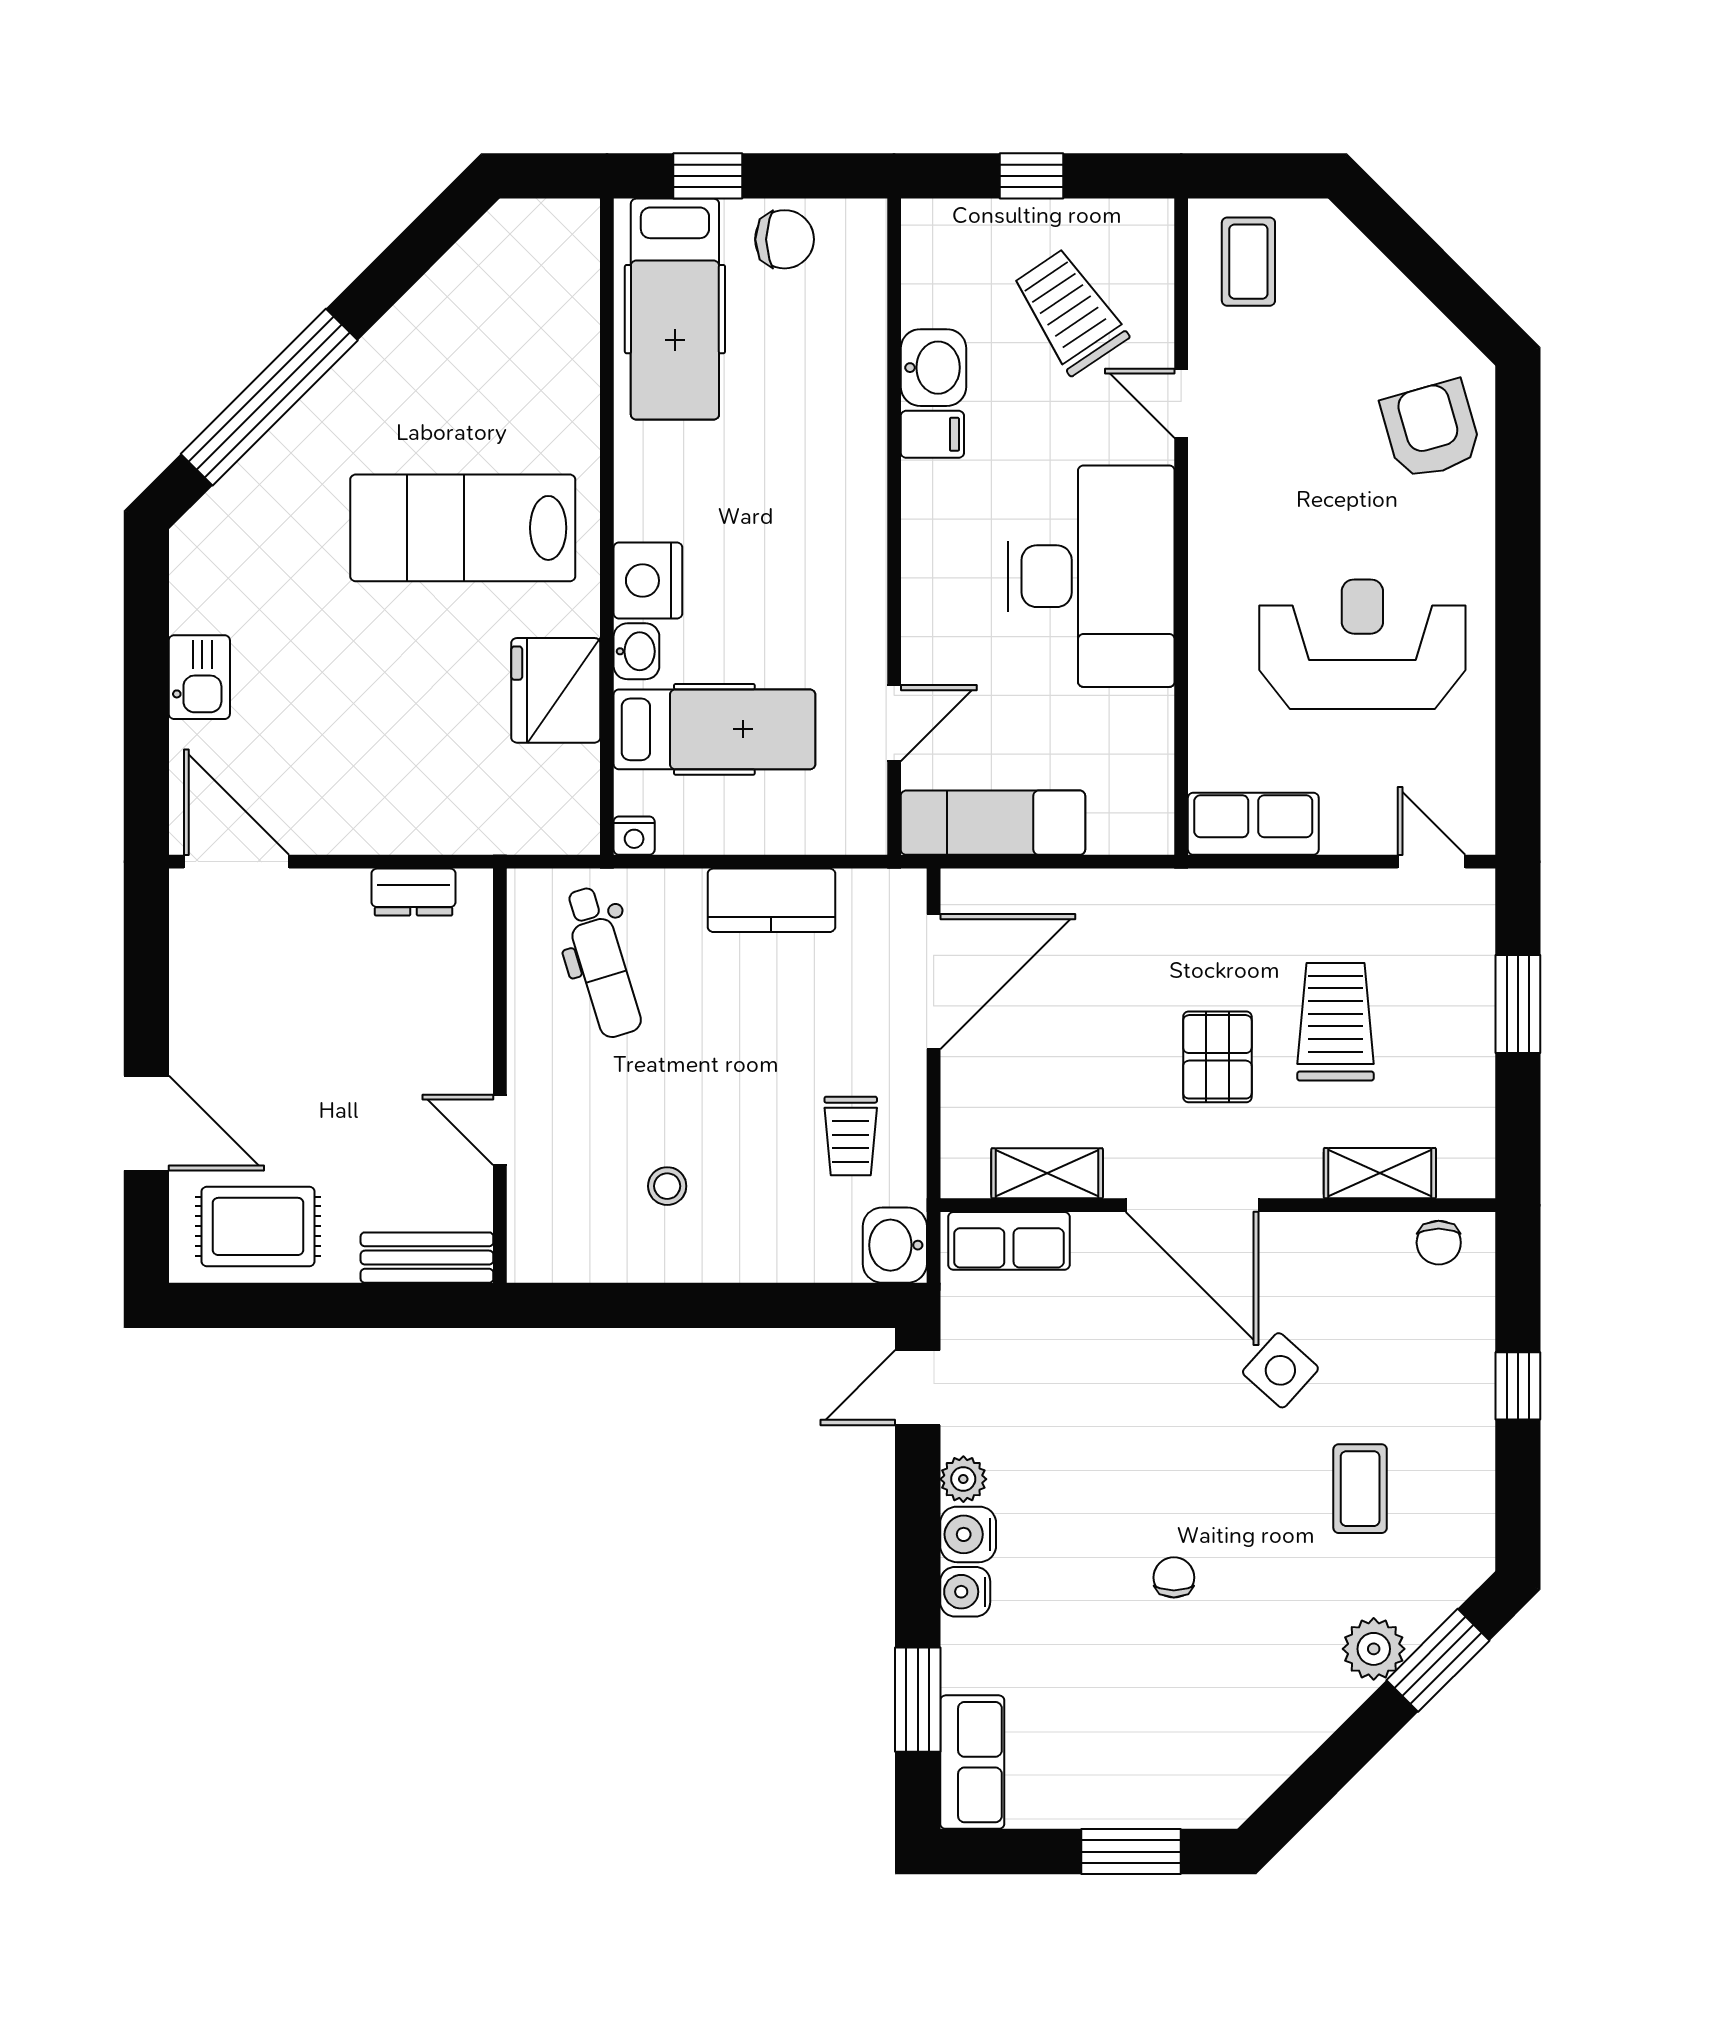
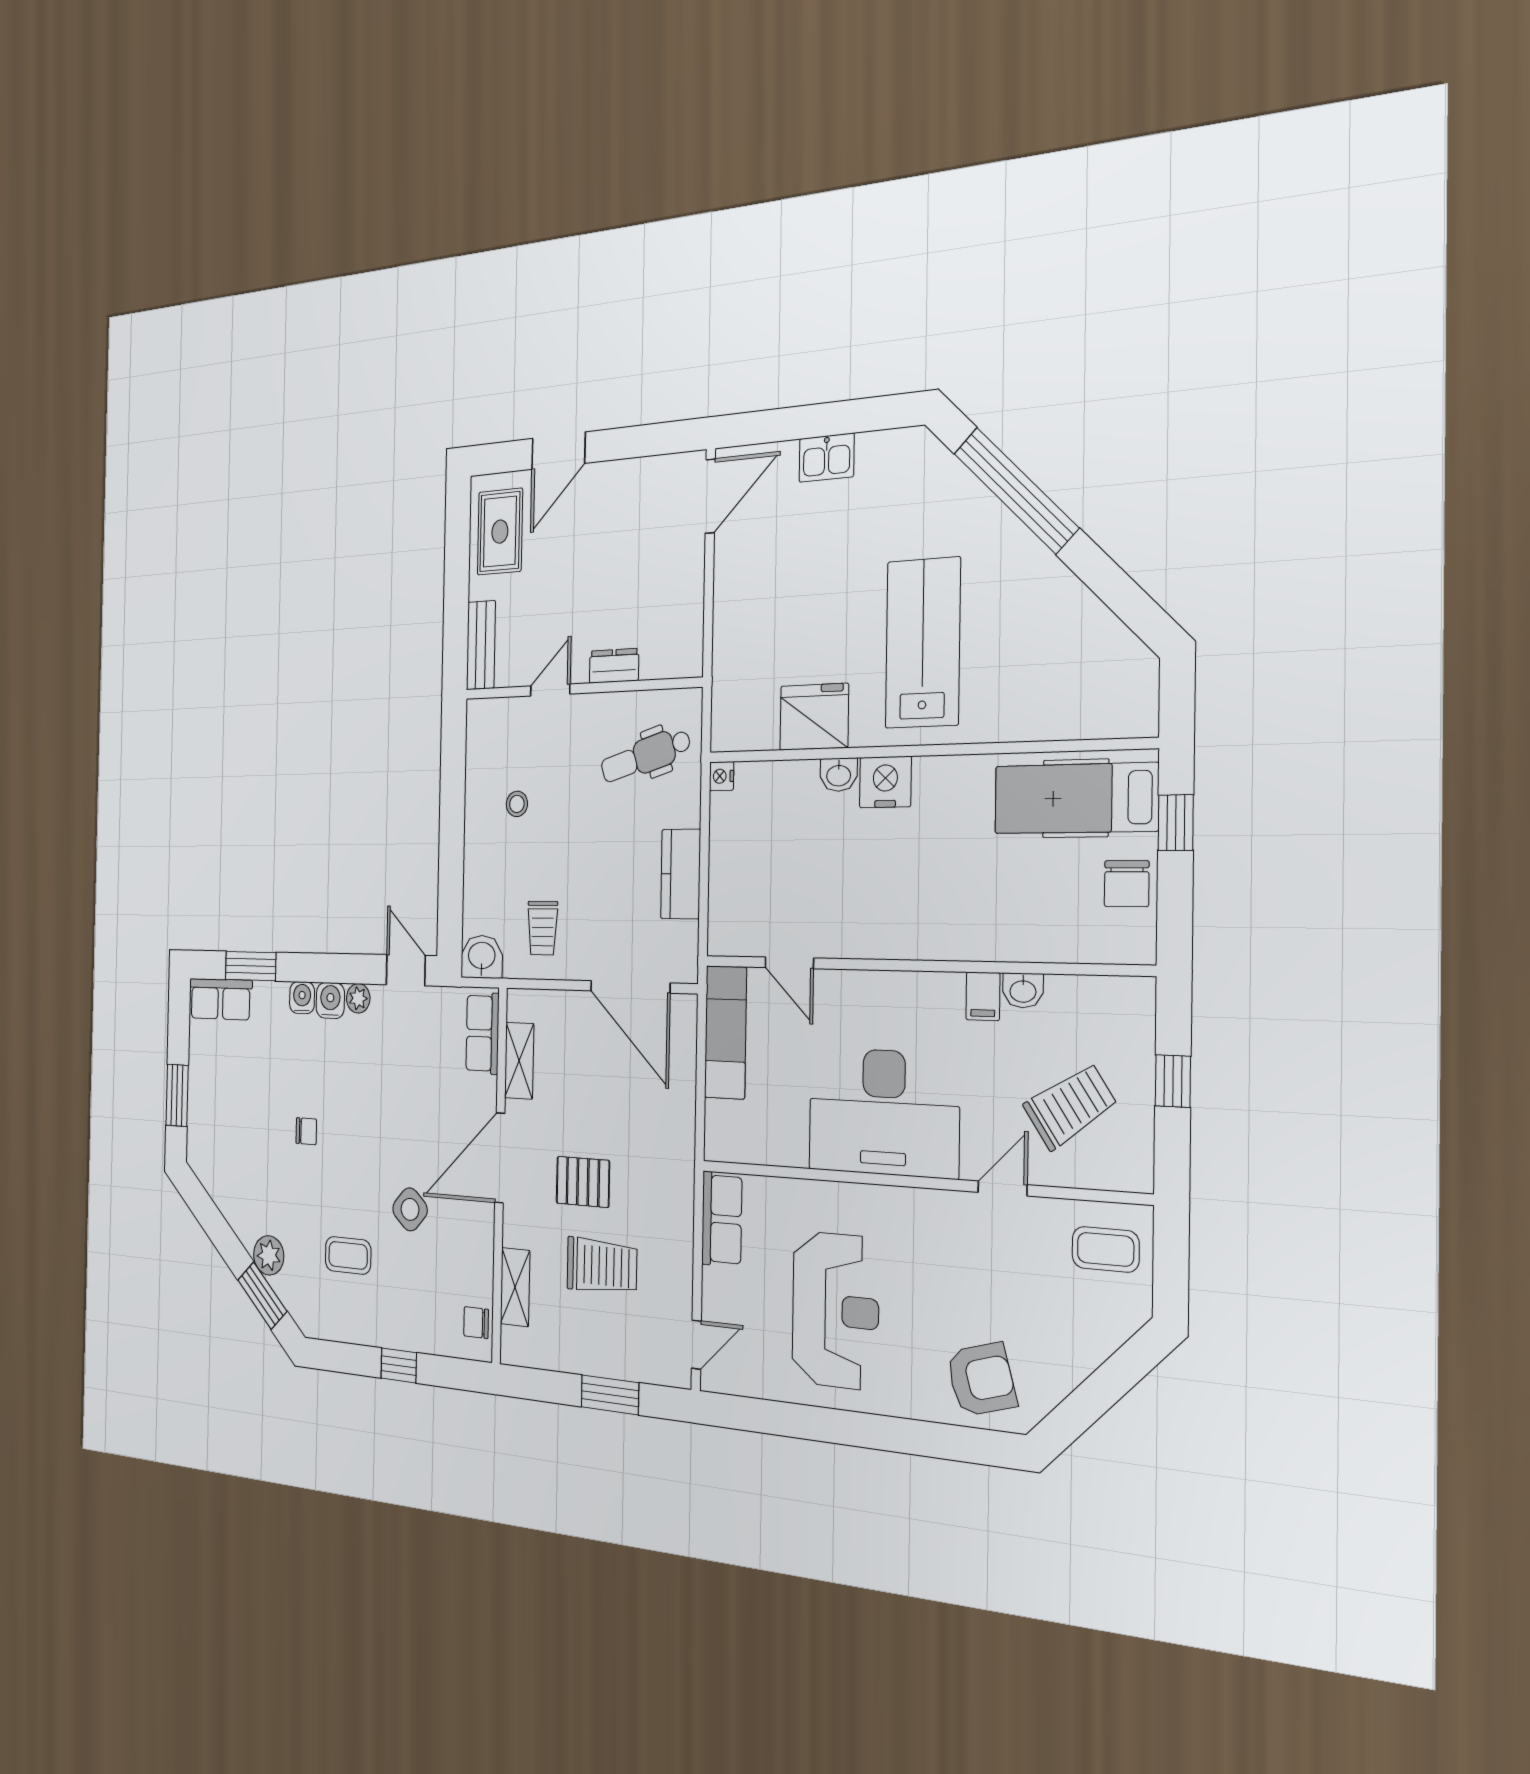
washbasin: (933, 368) -> (1023, 990), width x0.72, depth x0.69
hospital bed: (714, 729) -> (787, 832), removed
dresser: (414, 892) -> (614, 666), moved, turned 90
trolley: (851, 1136) -> (543, 928), turned -90

